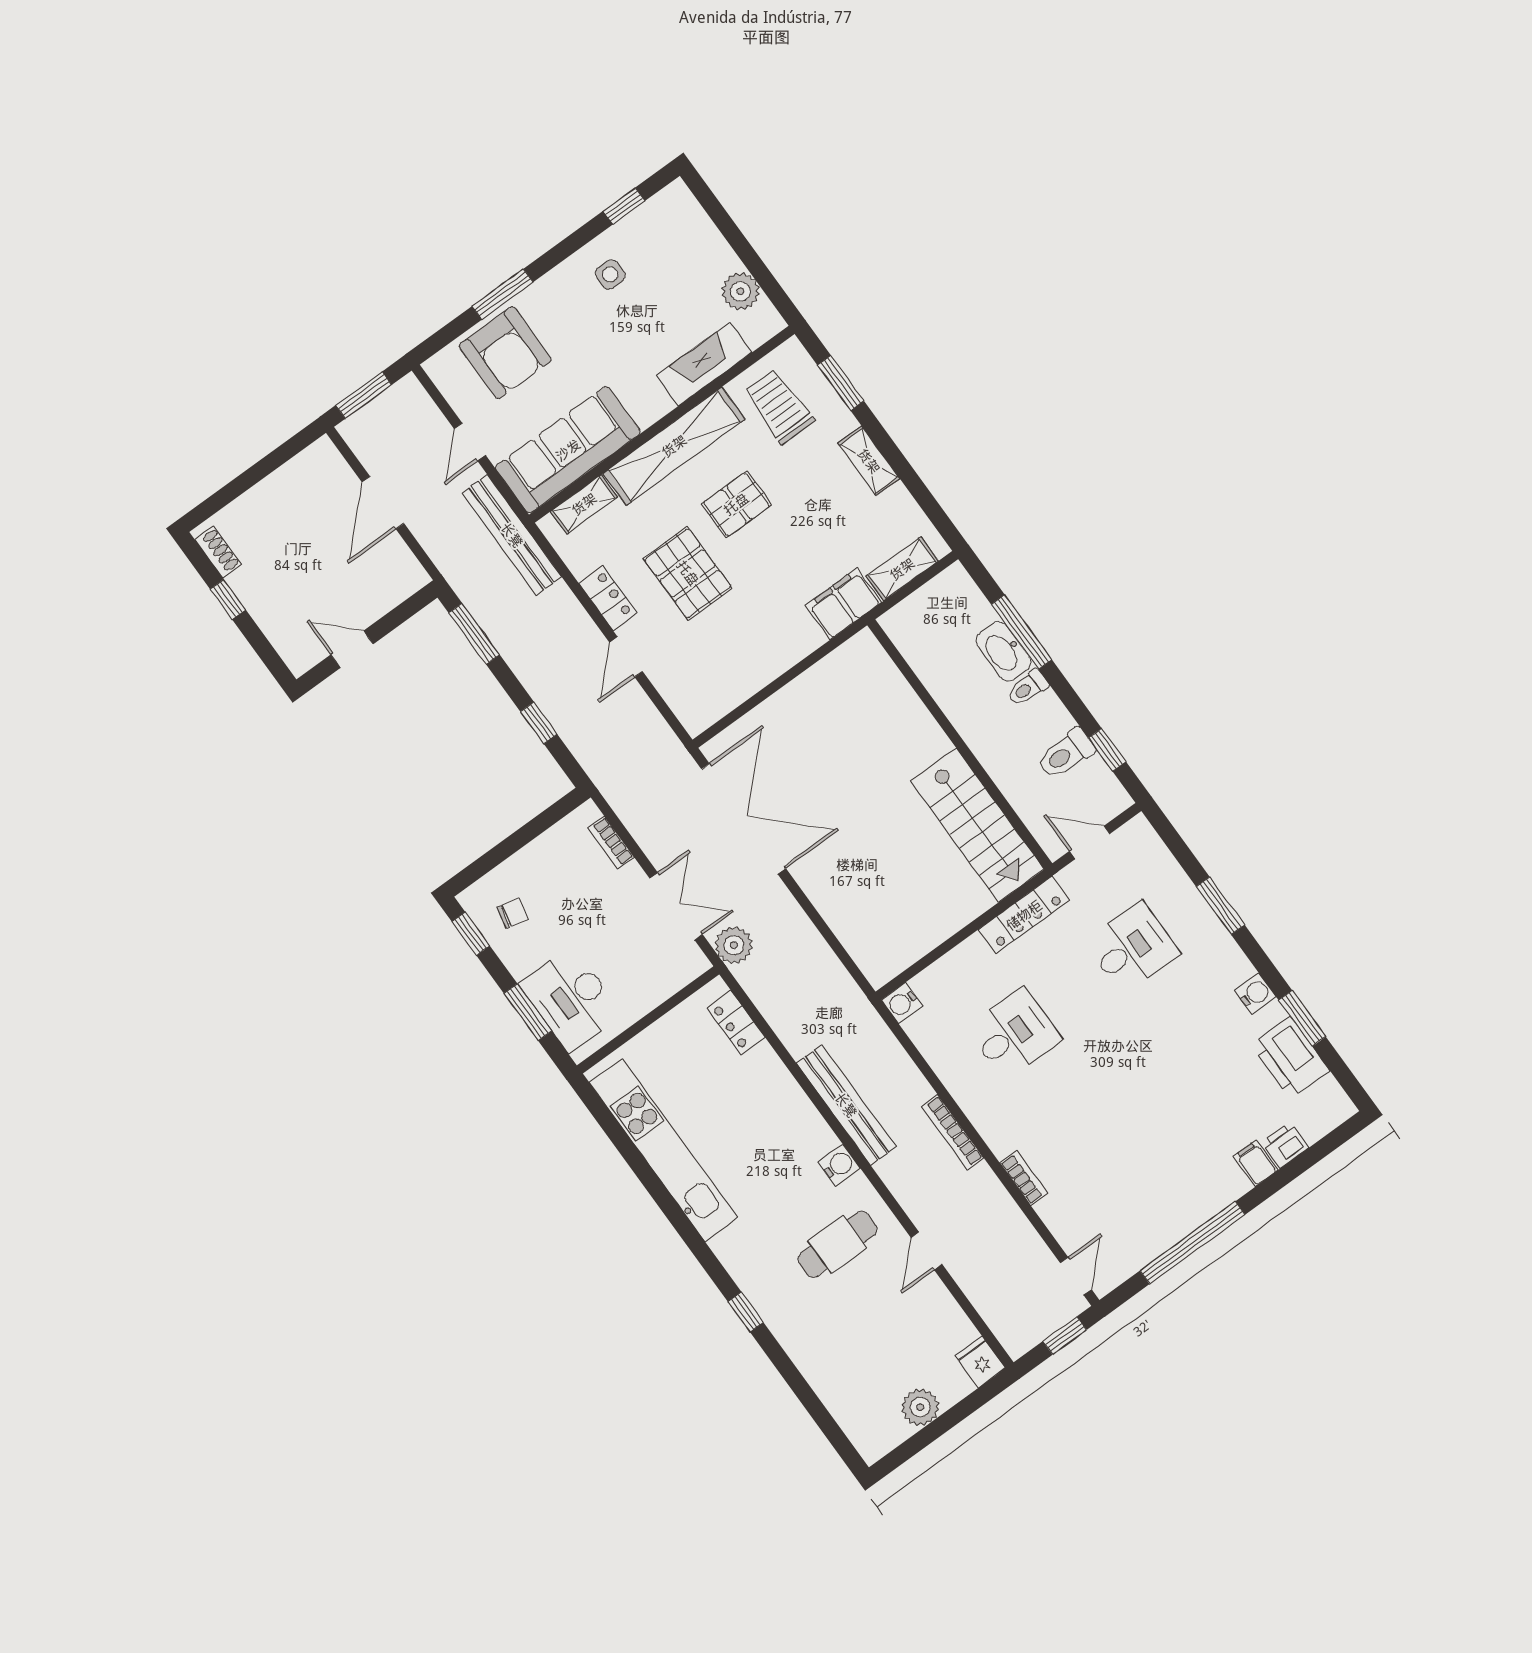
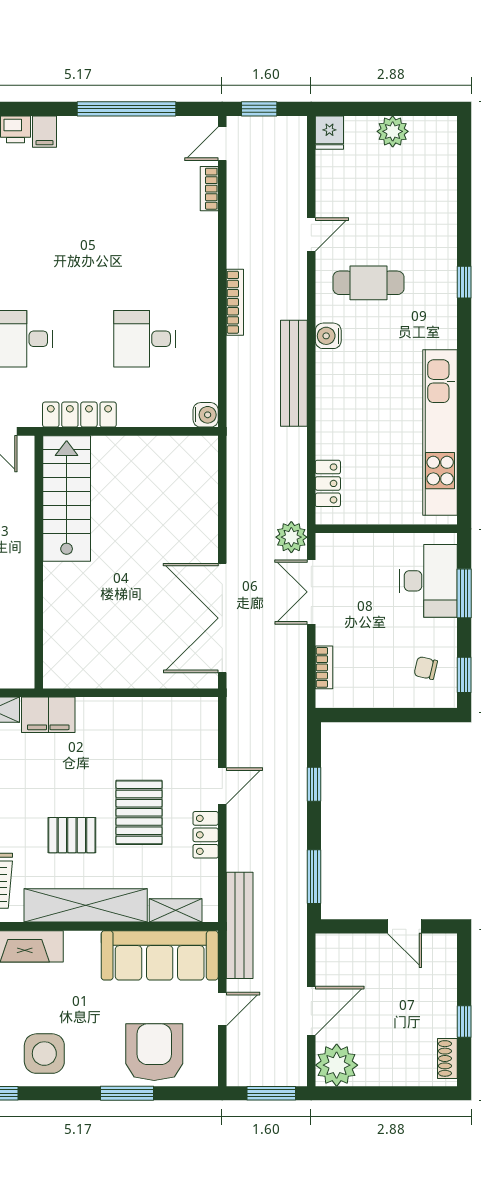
side table: (610, 274) -> (44, 1054), width x1.87, depth x1.87
plant: (320, 468) -> (337, 1065), added
bookcase: (1024, 1178) -> (209, 189), moved

